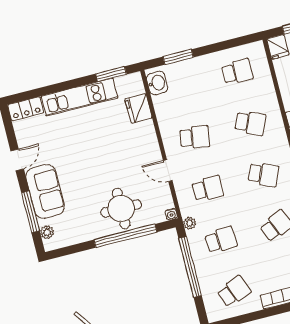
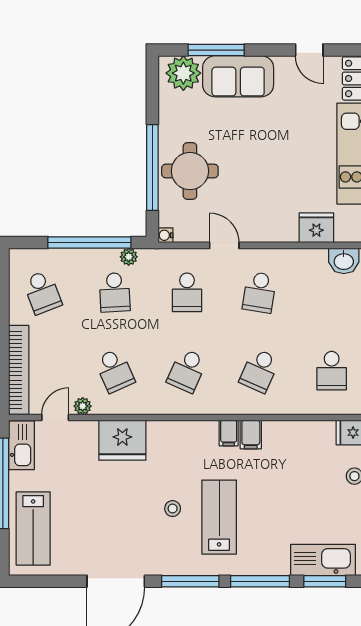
door: (17, 160) -> (309, 50), moved
door: (168, 171) -> (224, 245), hinge flipped
plant: (190, 223) -> (129, 257), moved
plant: (47, 232) -> (183, 73), width x1.88, depth x1.88

